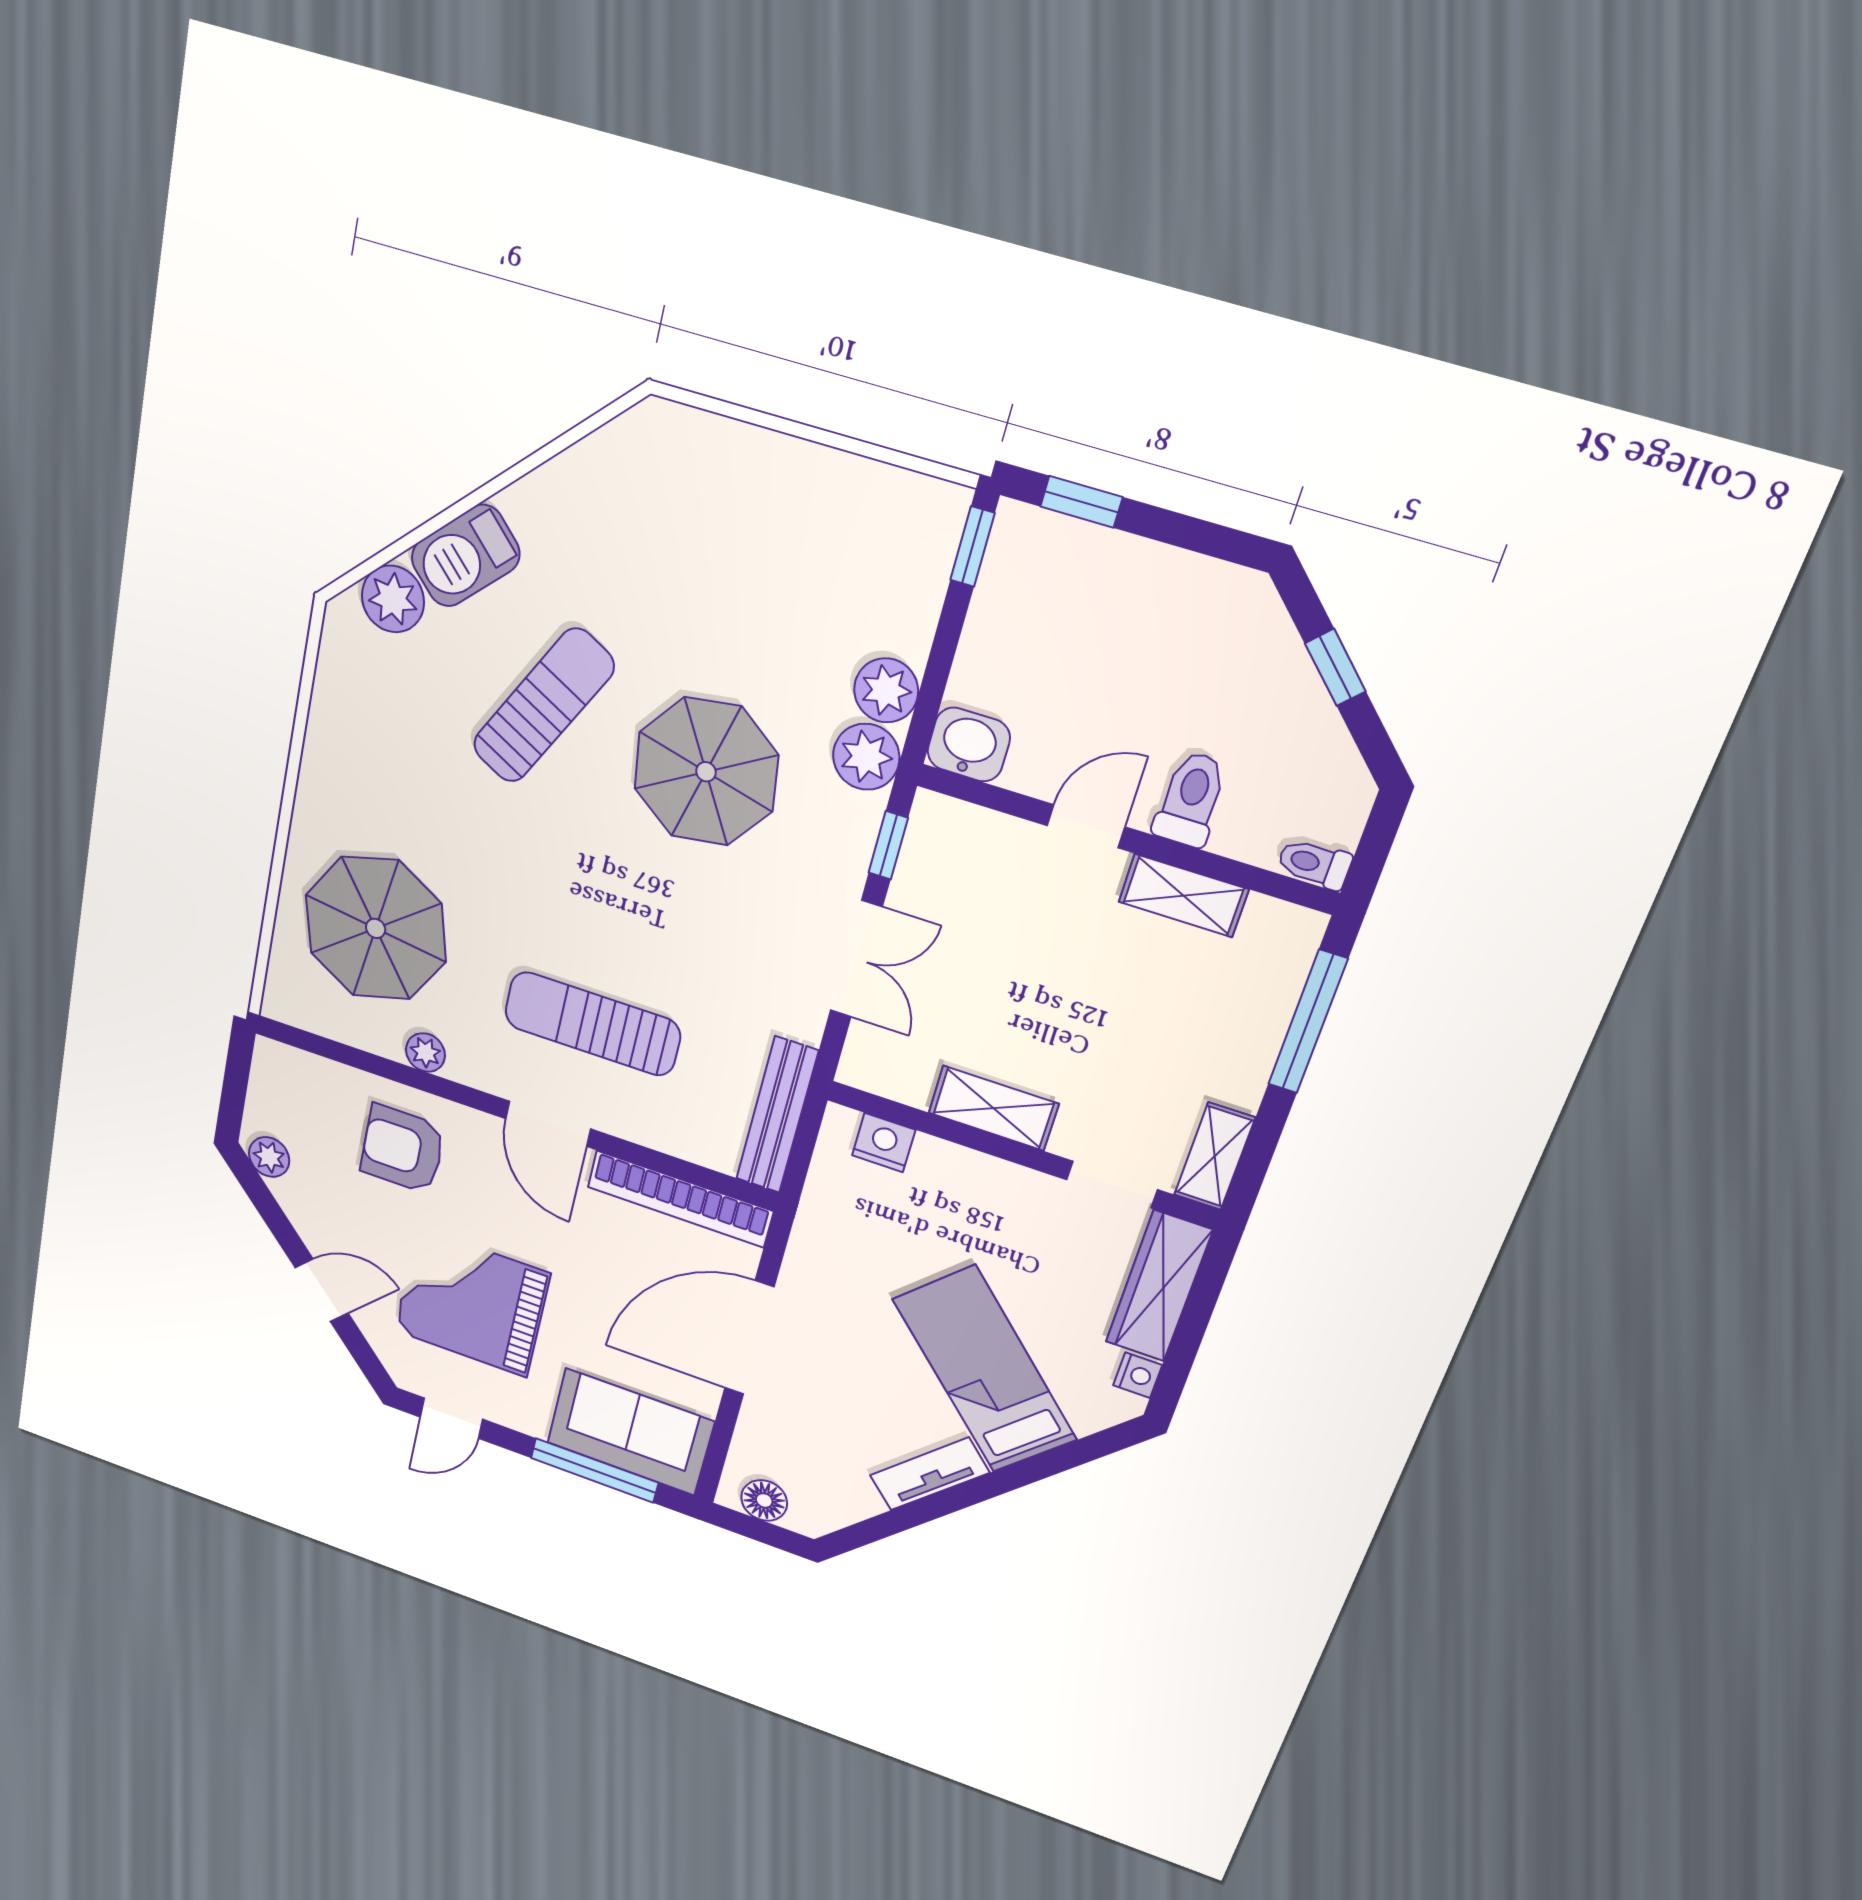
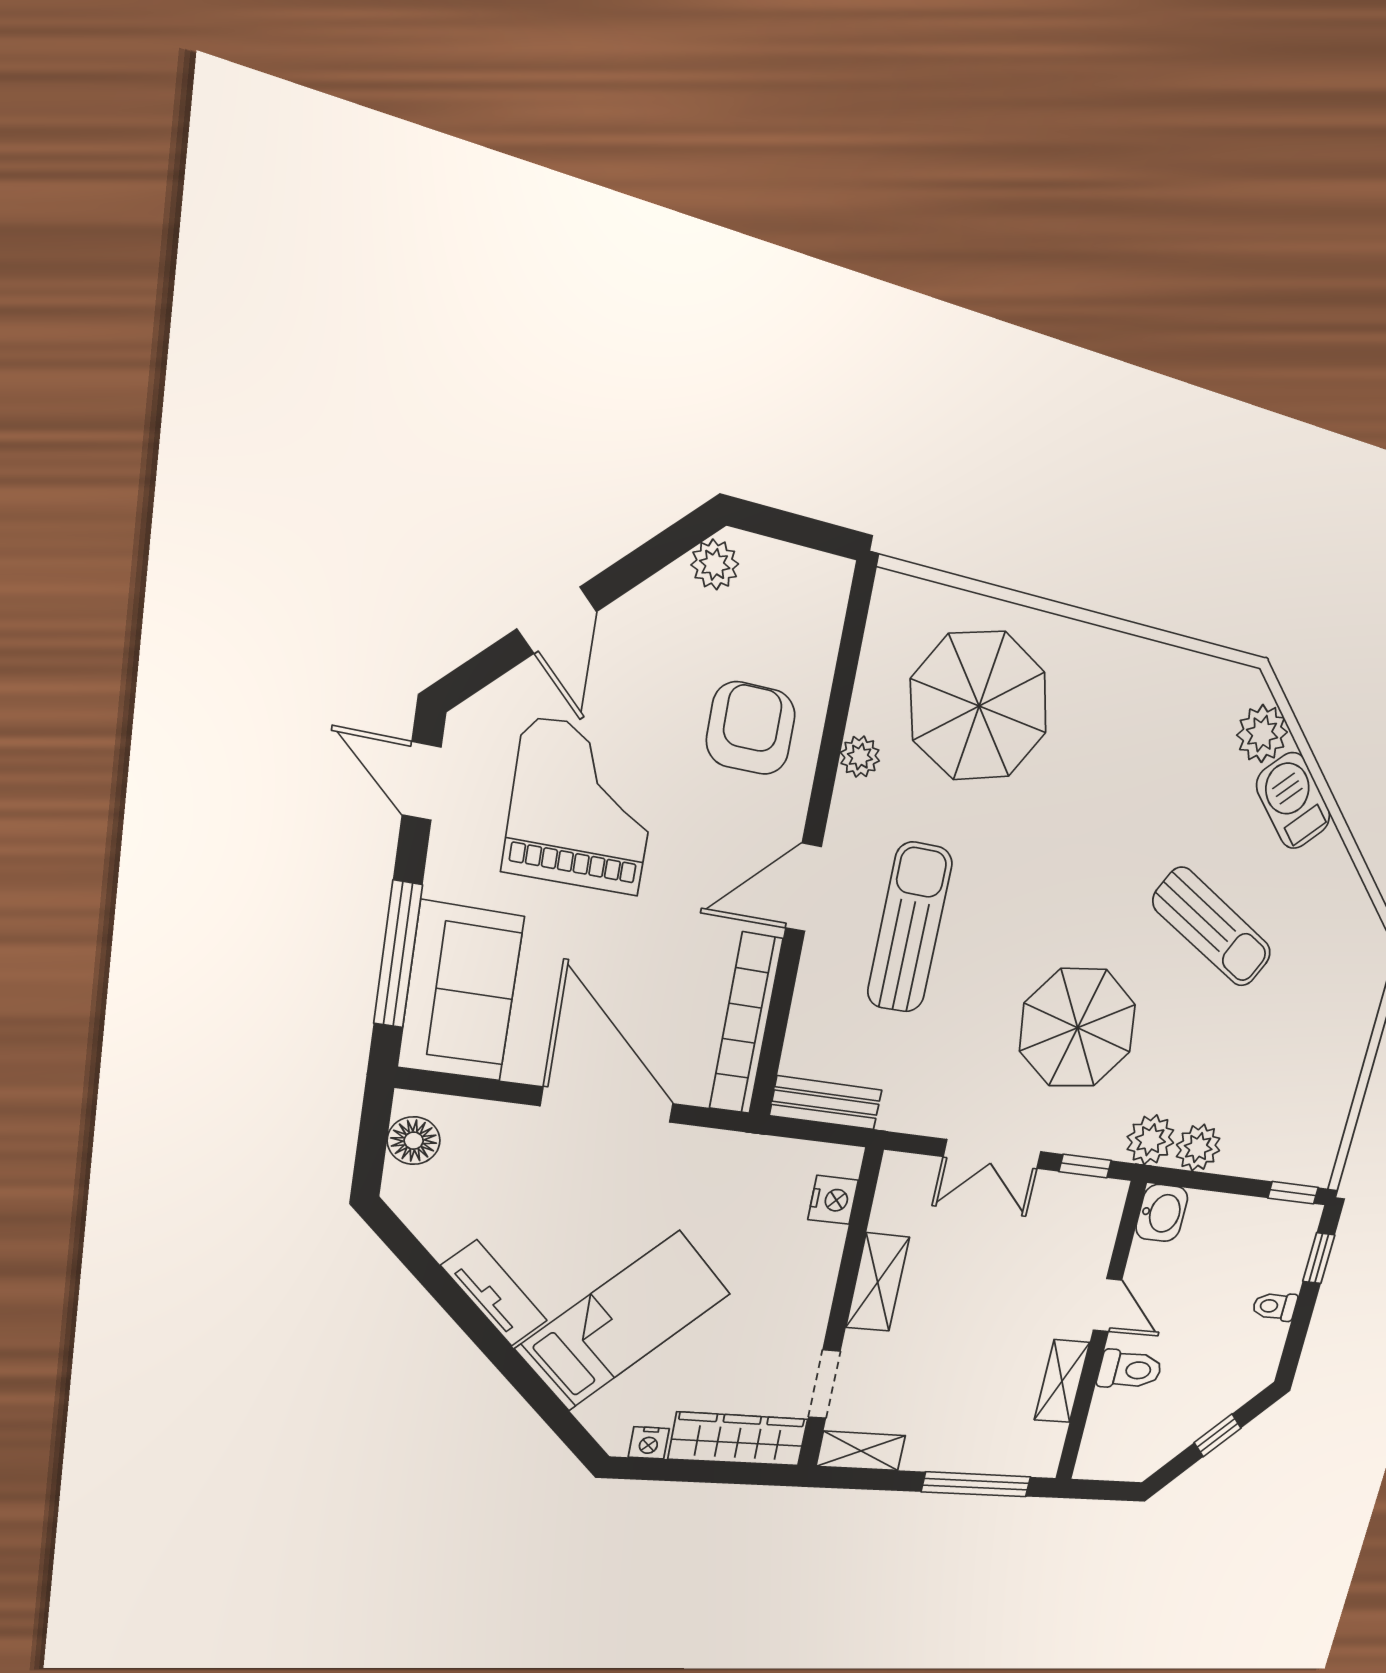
sun lounger: (543, 706) -> (1212, 927), moved
parasol: (706, 772) -> (1078, 1028), moved
toilet: (1314, 864) -> (1275, 1306), moved, turned -90
bench: (777, 1115) -> (826, 1103), width x0.73

